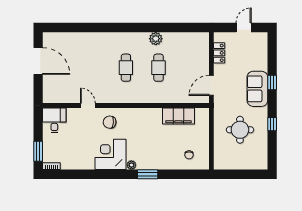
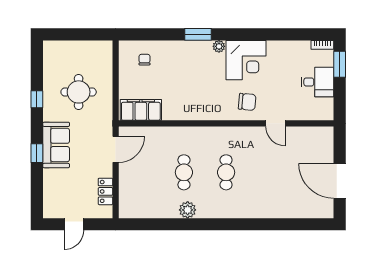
filing cabinet: (178, 116) -> (141, 110), moved
desk: (54, 120) -> (318, 82), moved, turned -90

